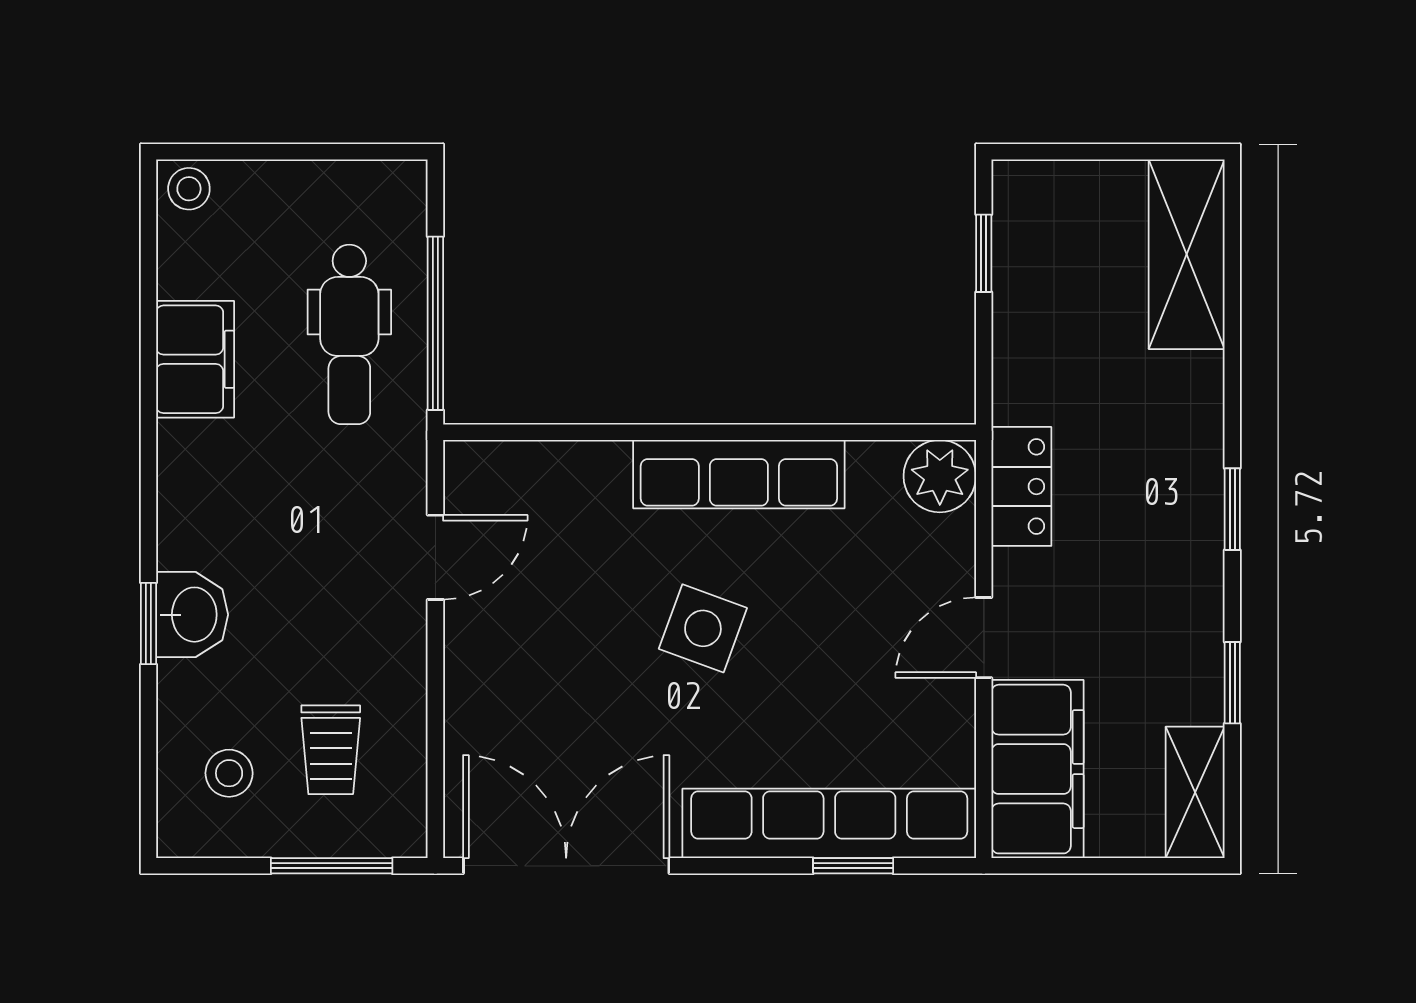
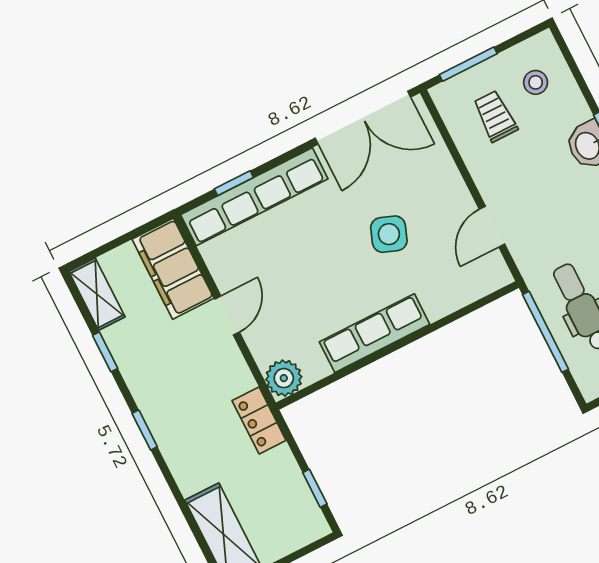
locker: (1021, 486) -> (259, 420), moved
side table: (703, 628) -> (389, 234), moved

